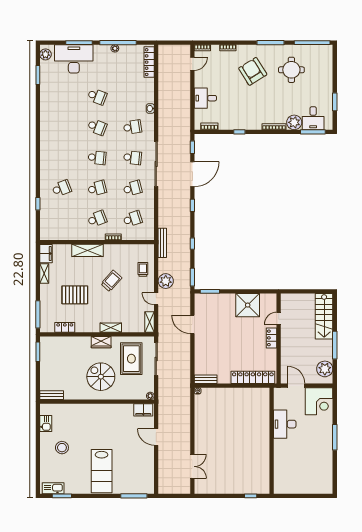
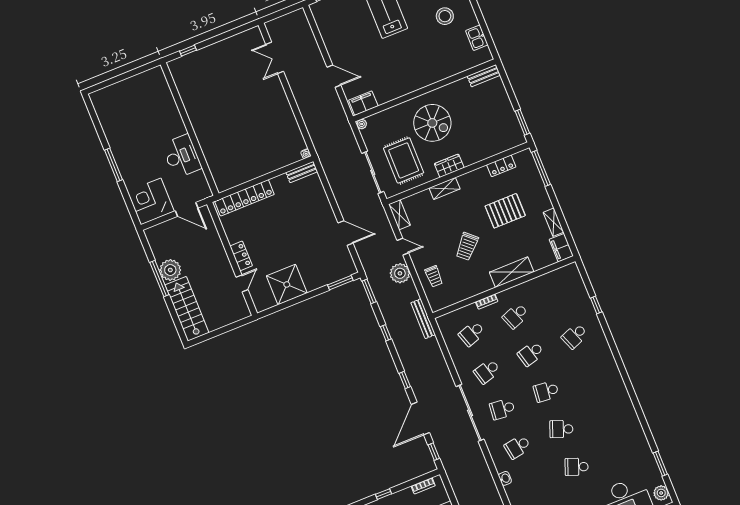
plant: (325, 369) -> (170, 270), moved

